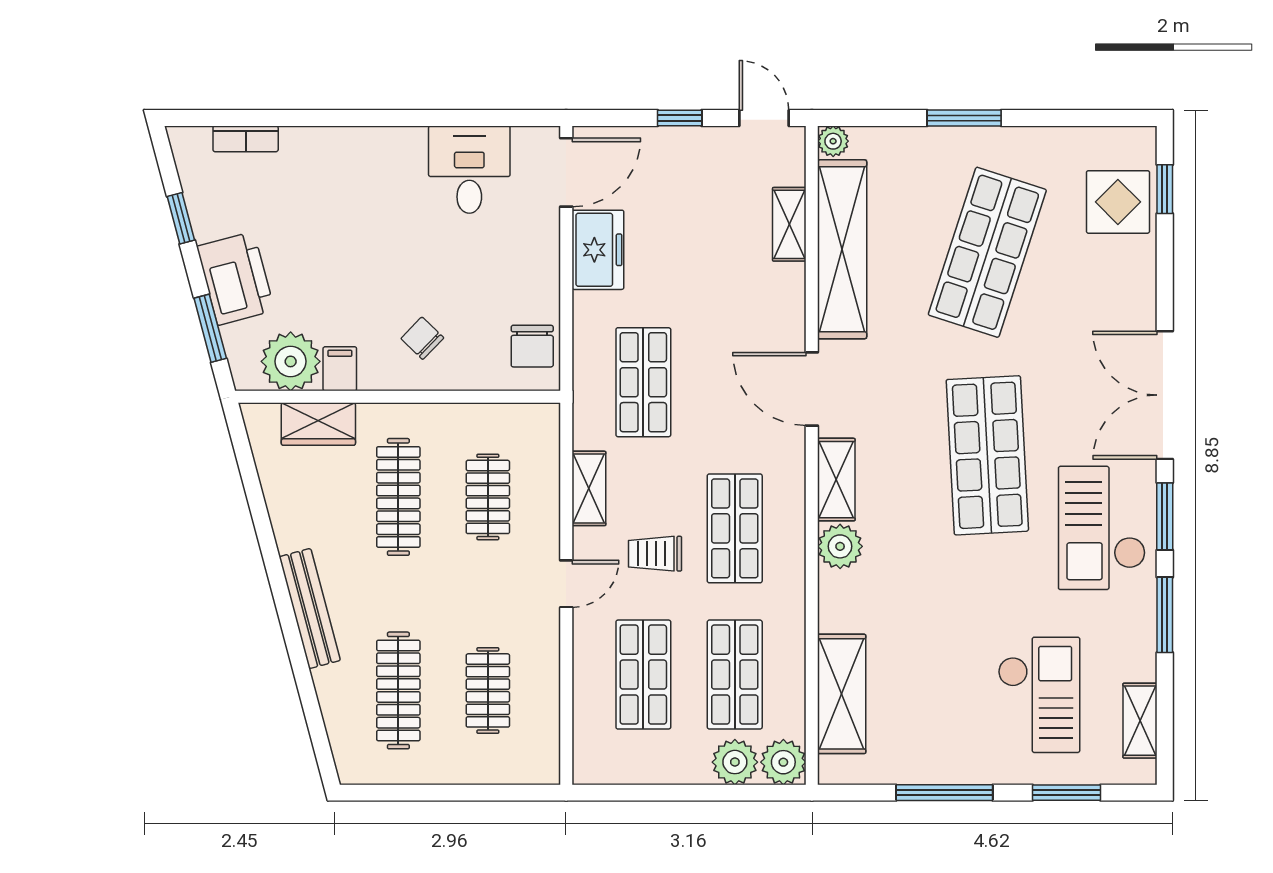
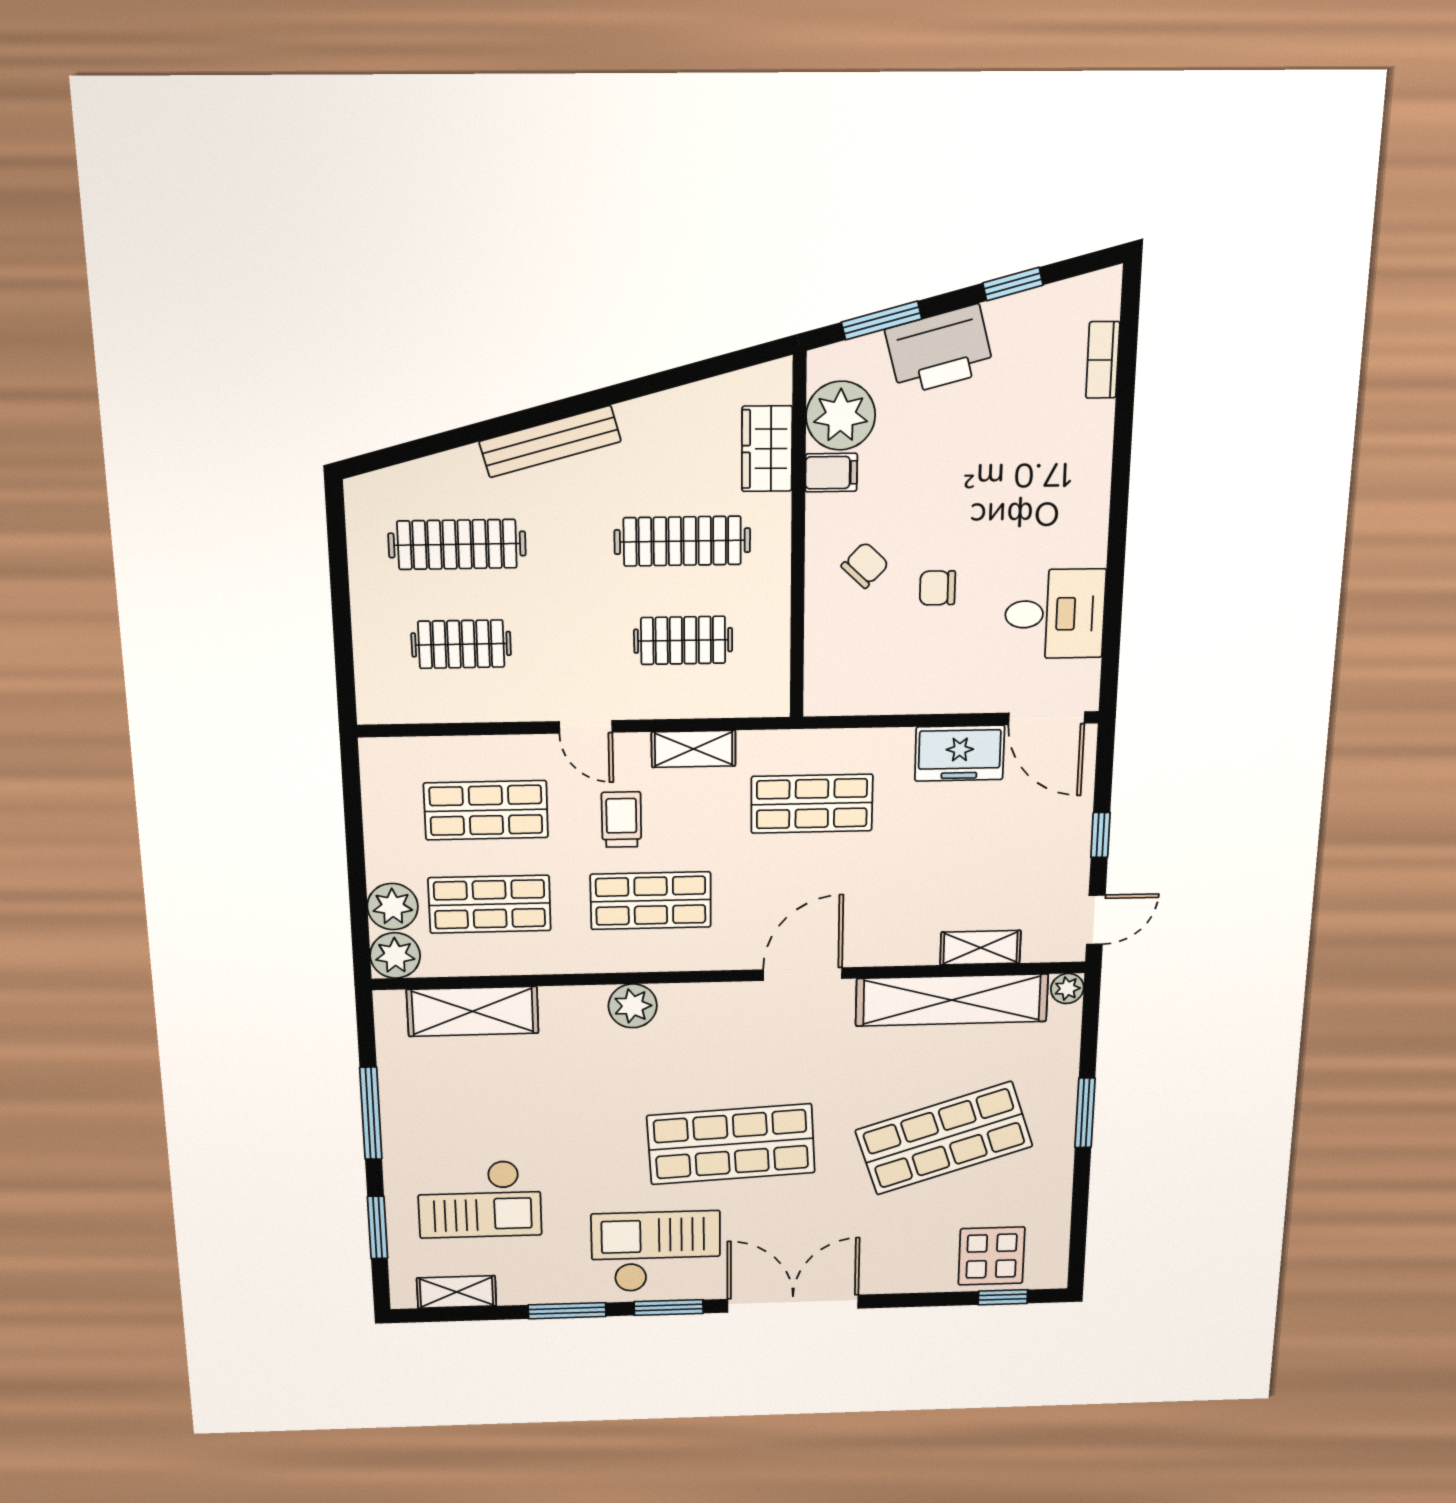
shop shelf: (987, 252) -> (944, 1138), turned -36
chair: (532, 346) -> (937, 588), moved, width x0.73, depth x0.73
shelving: (836, 480) -> (705, 1000), removed

